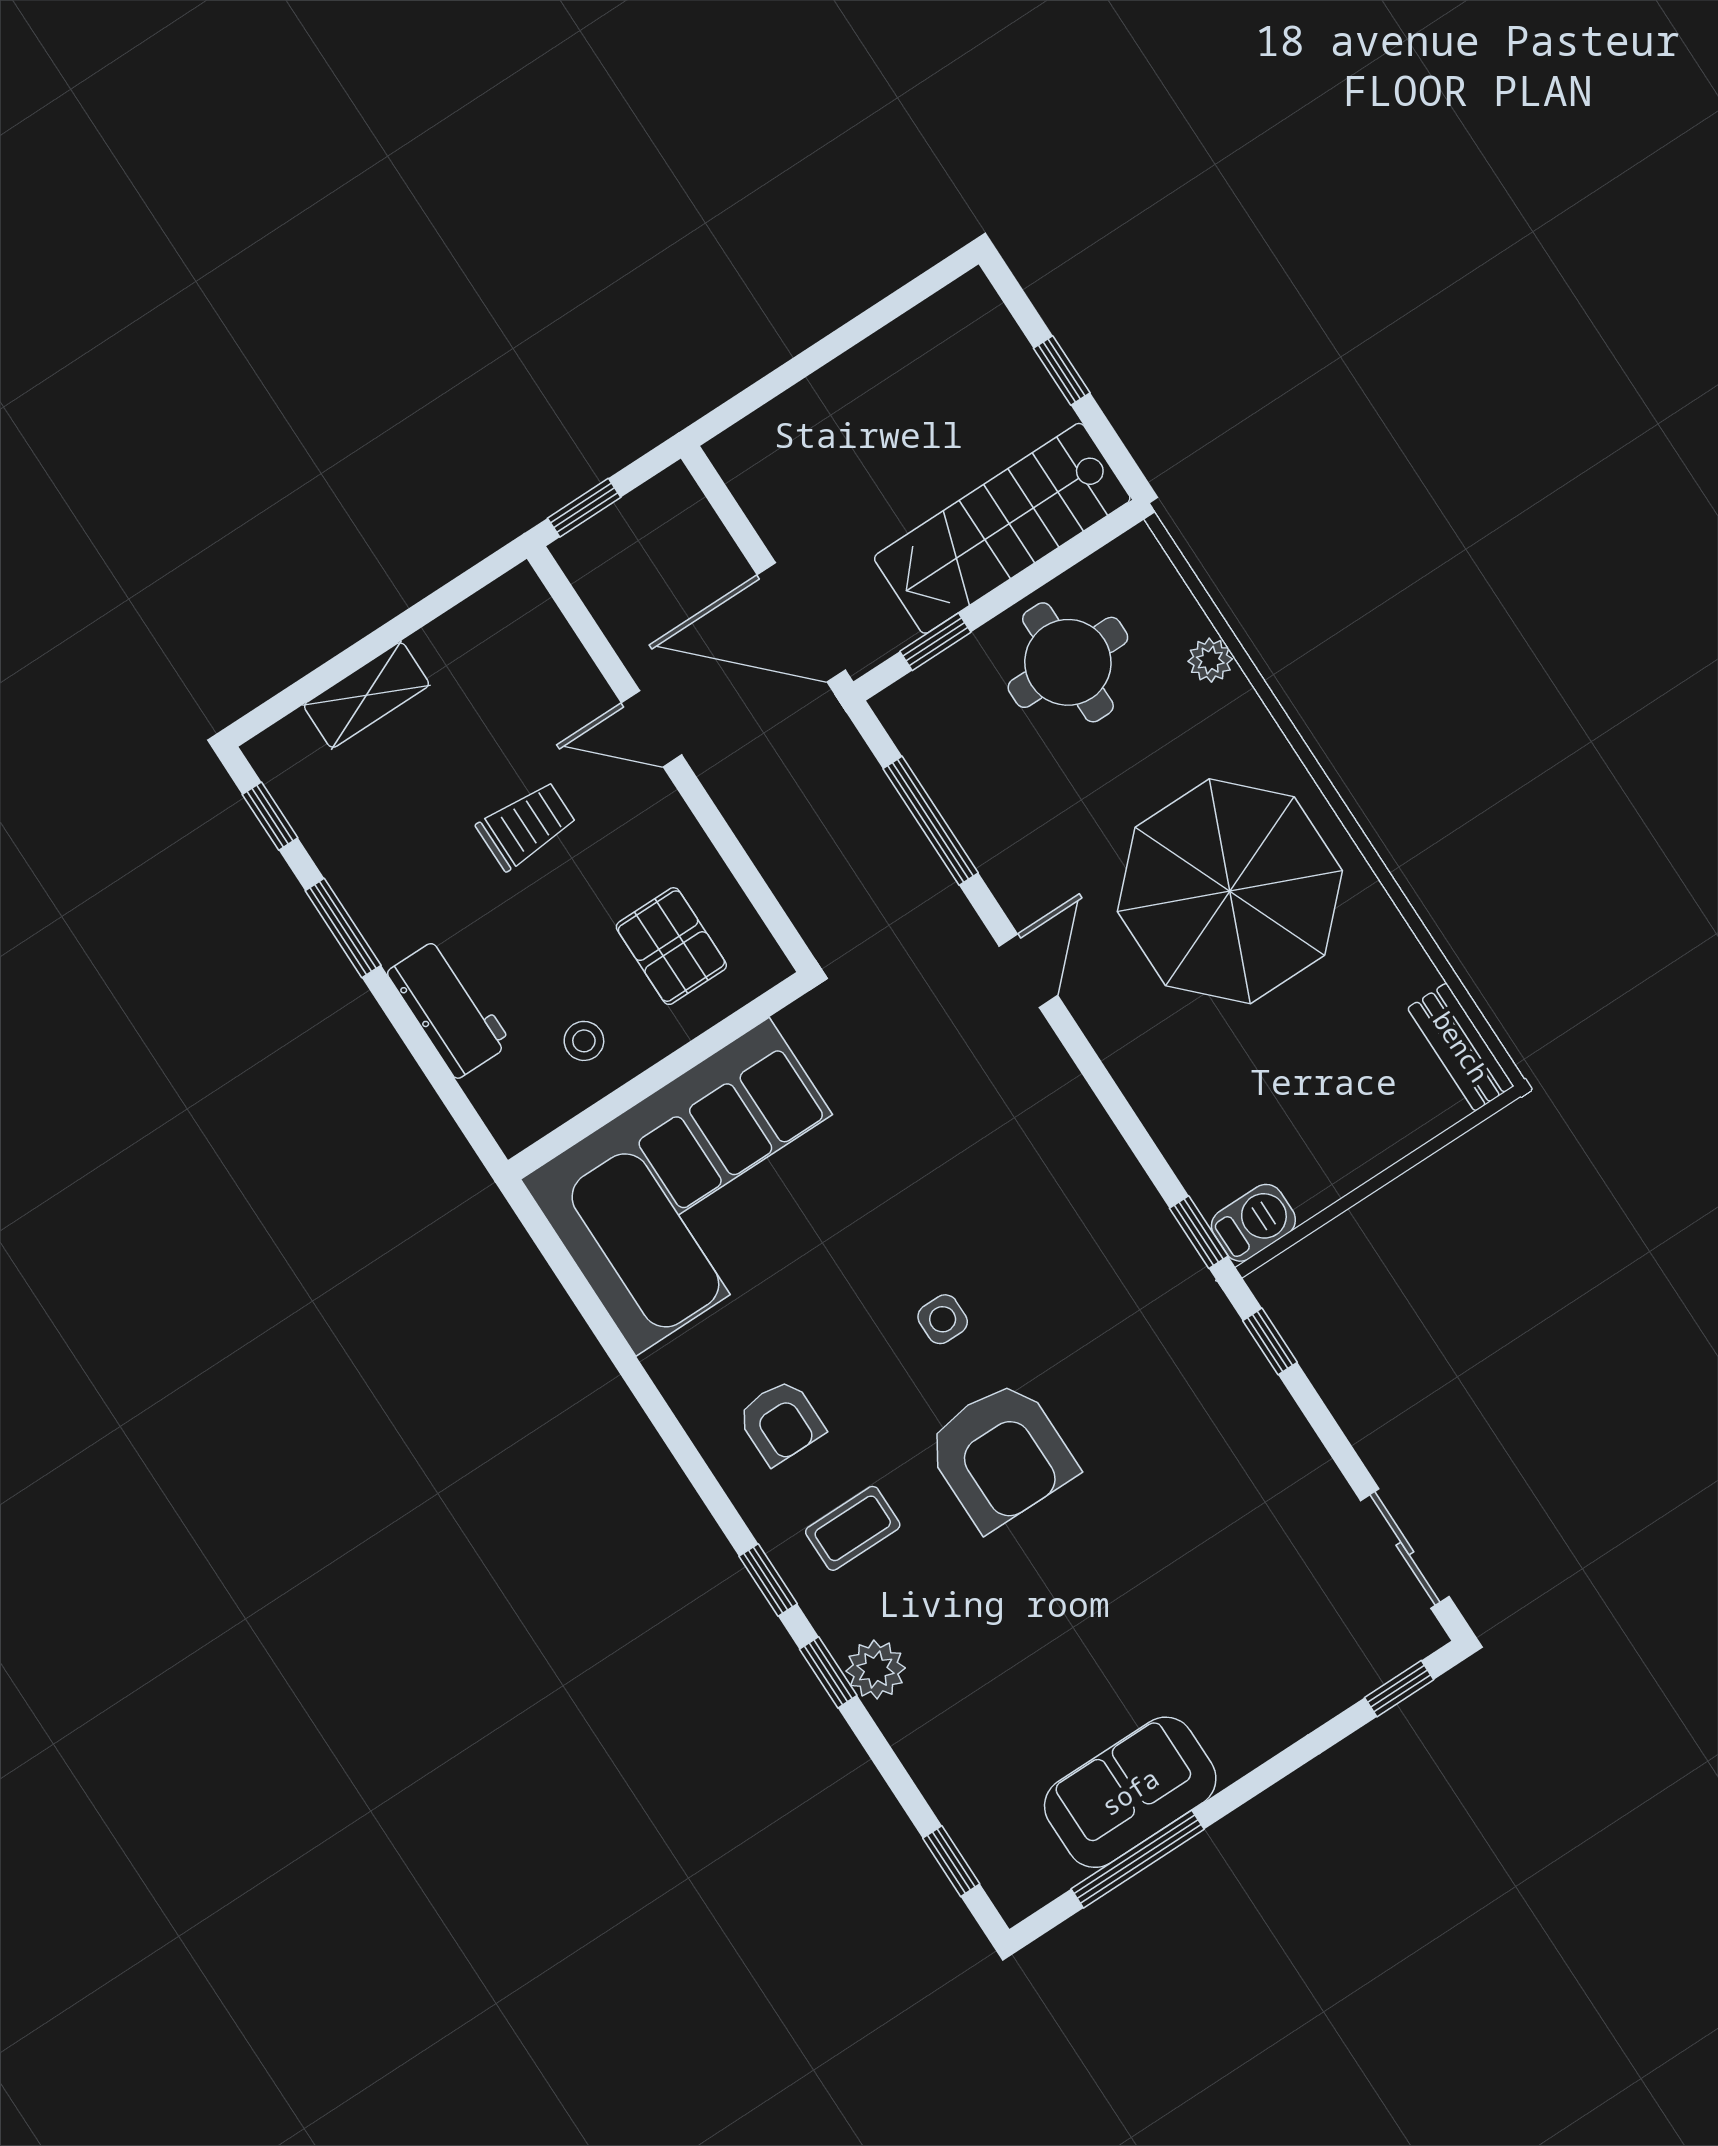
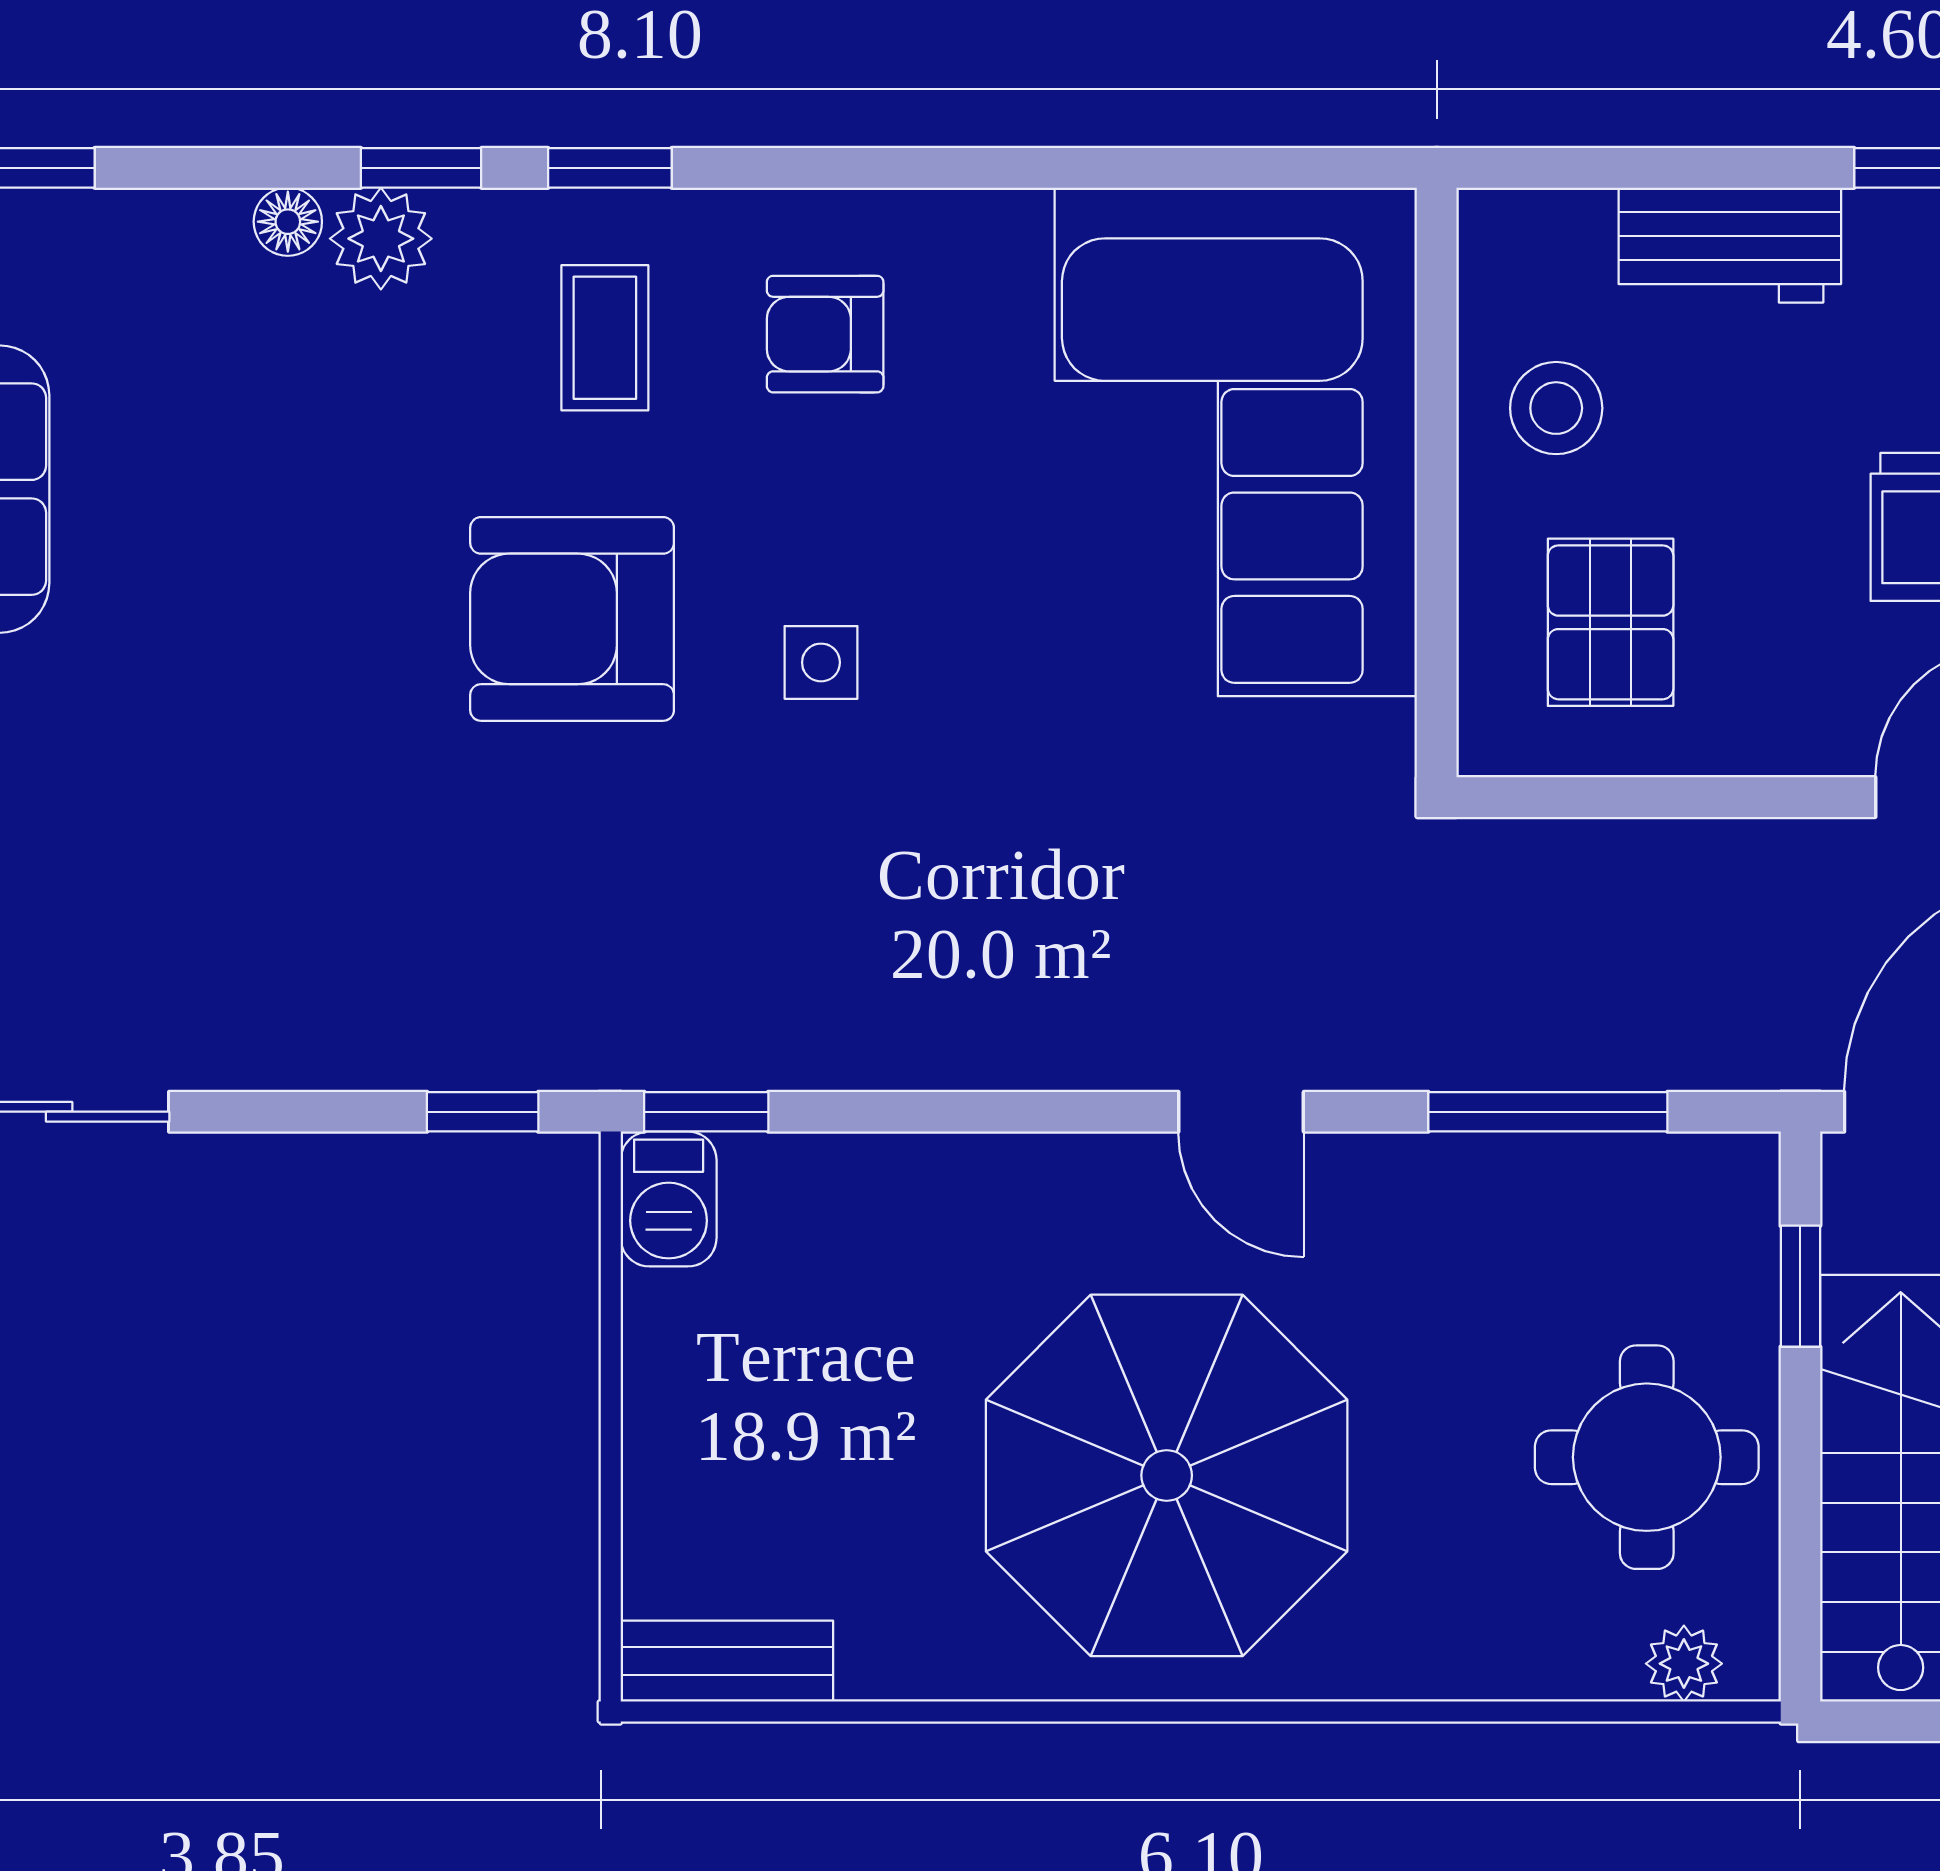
plant: (1210, 660) -> (1684, 1664), moved
pallet: (671, 946) -> (1611, 622), turned 90
stool: (584, 1041) -> (1556, 408), width x1.37, depth x1.37
floor lamp: (897, 1720) -> (288, 222), added

